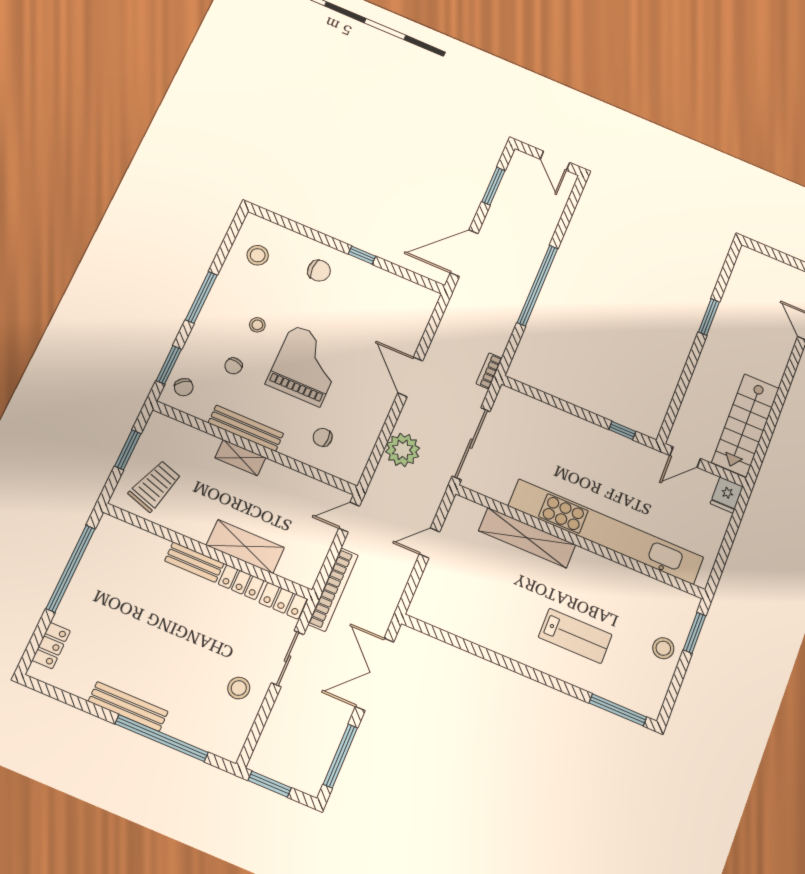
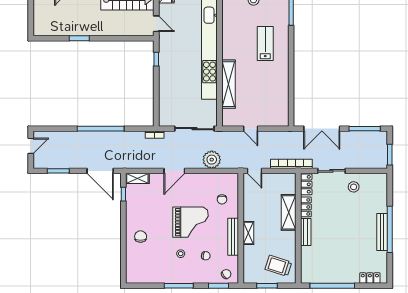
stool: (258, 255) -> (146, 269), removed
window: (362, 255) -> (123, 194), moved
shelving: (424, 309) -> (137, 178), added
grand piano: (306, 365) -> (190, 222), turned 180
window: (162, 738) -> (390, 229), moved

